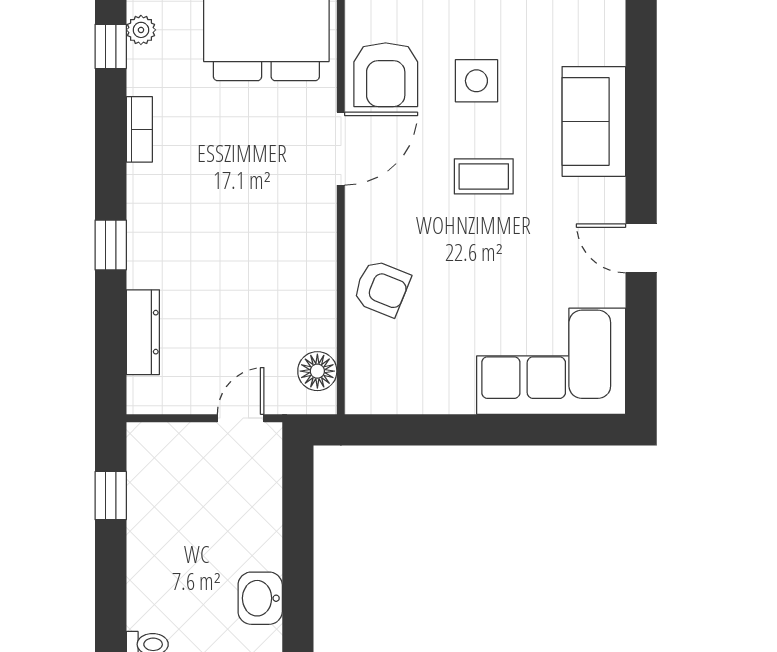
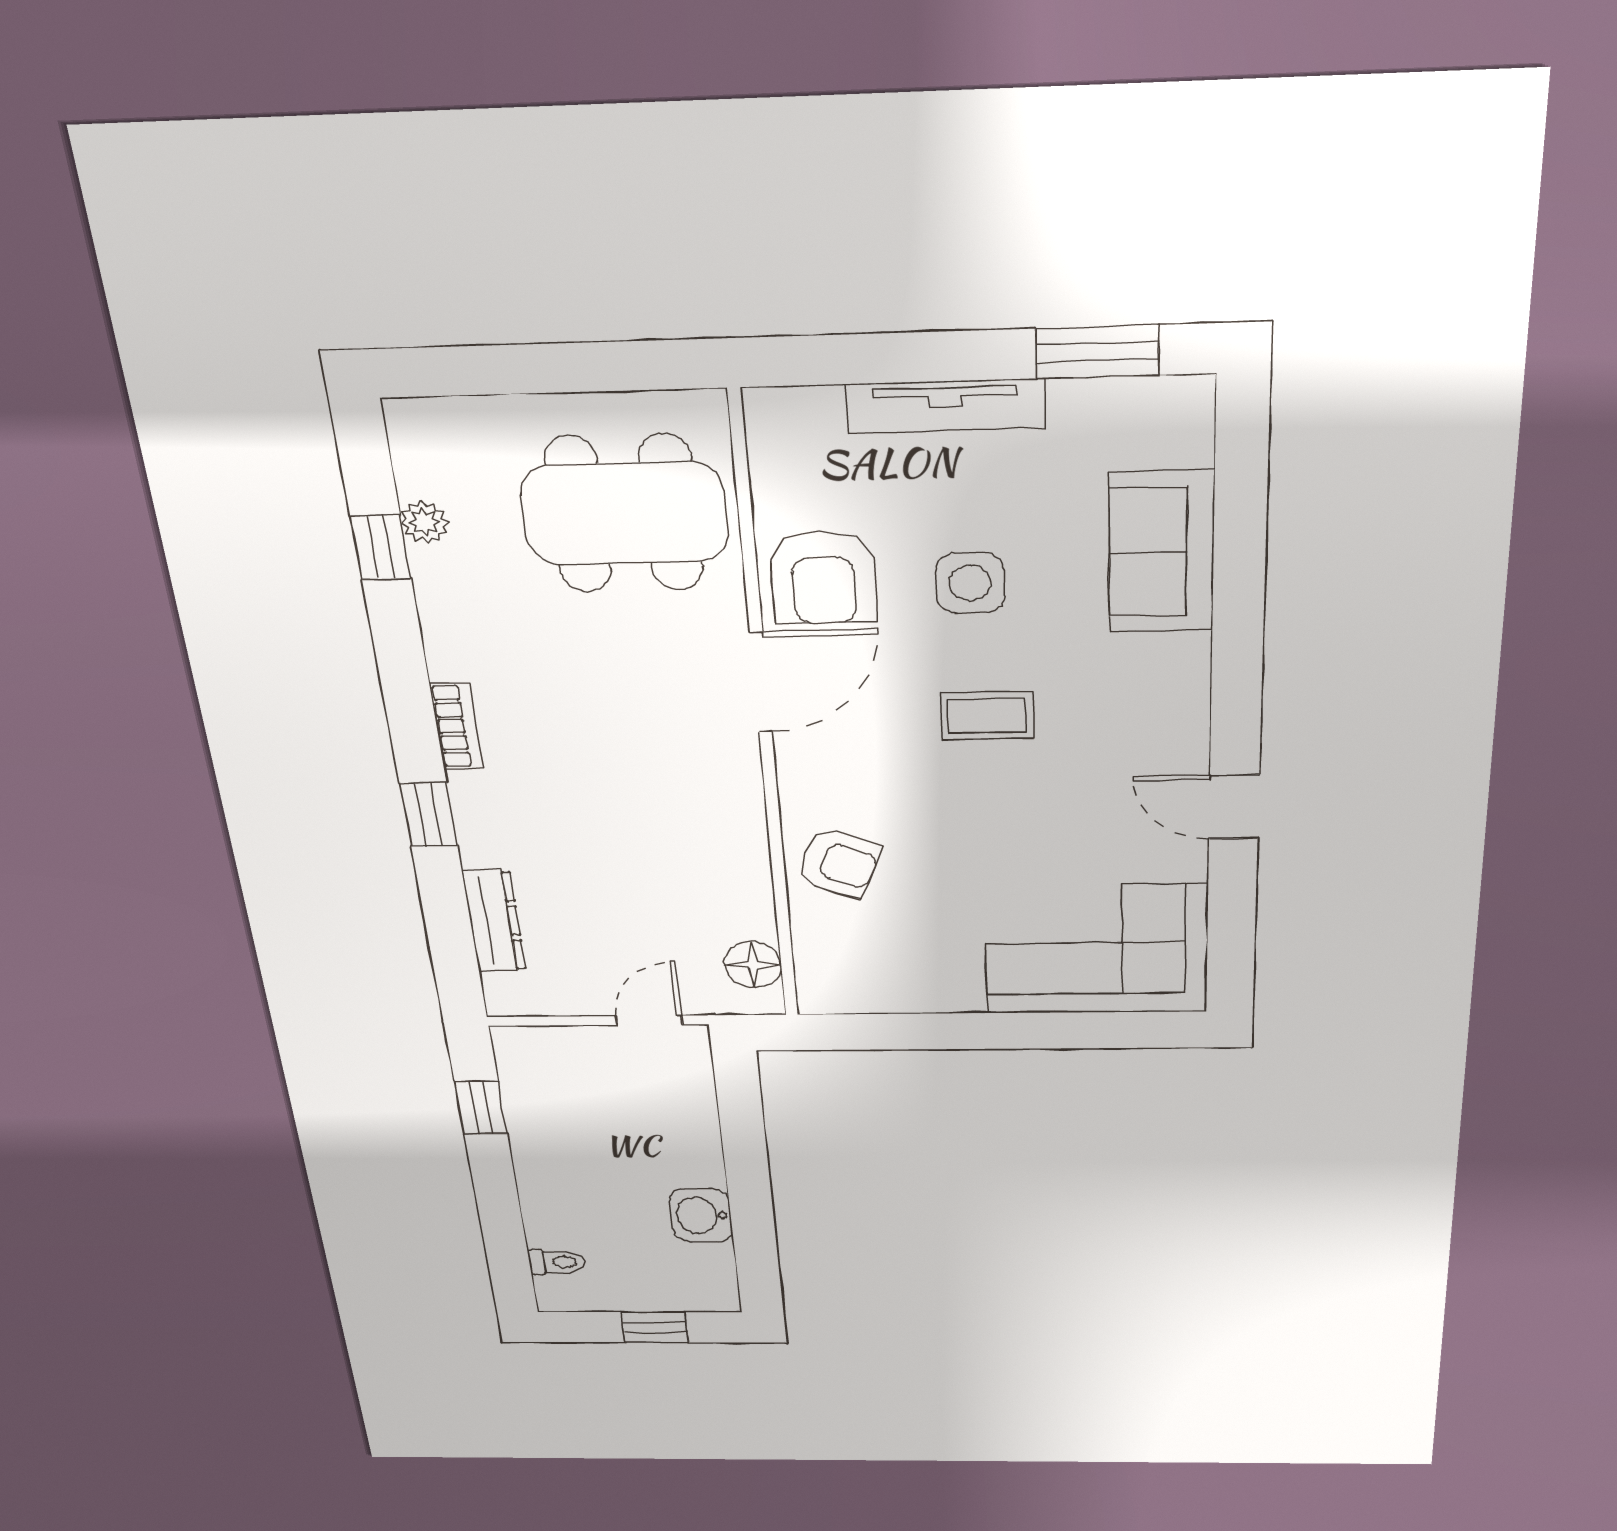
sofa: (594, 121) -> (1161, 552), moved
bookcase: (139, 129) -> (456, 726), moved

